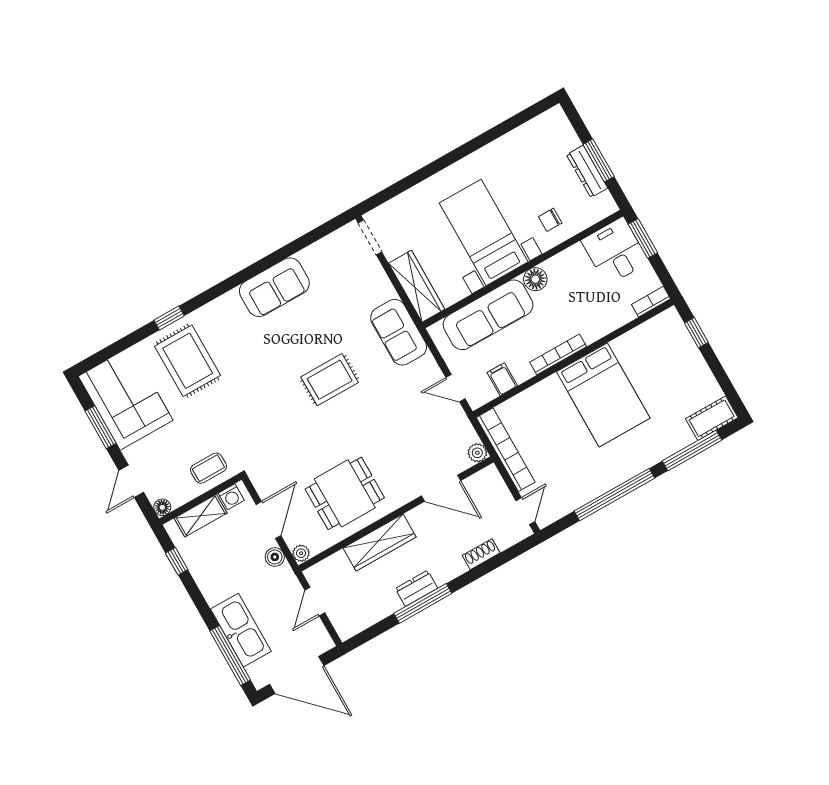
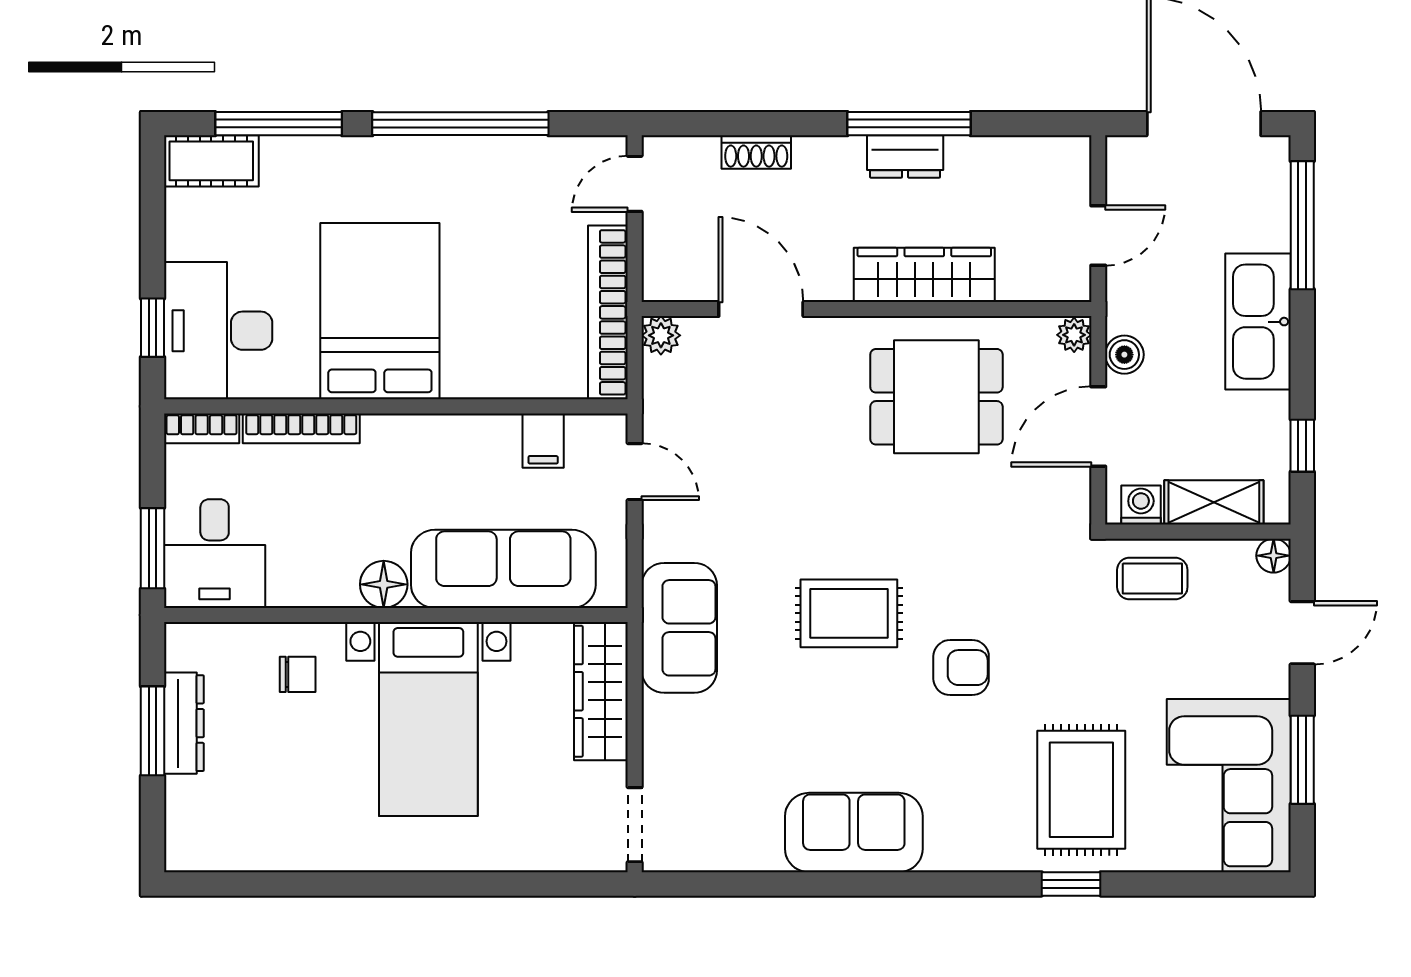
desk: (668, 347) -> (218, 331), added
bookcase: (558, 354) -> (301, 428), moved
armchair: (269, 384) -> (961, 668), added
kitchen sink: (241, 630) -> (1258, 322), moved

